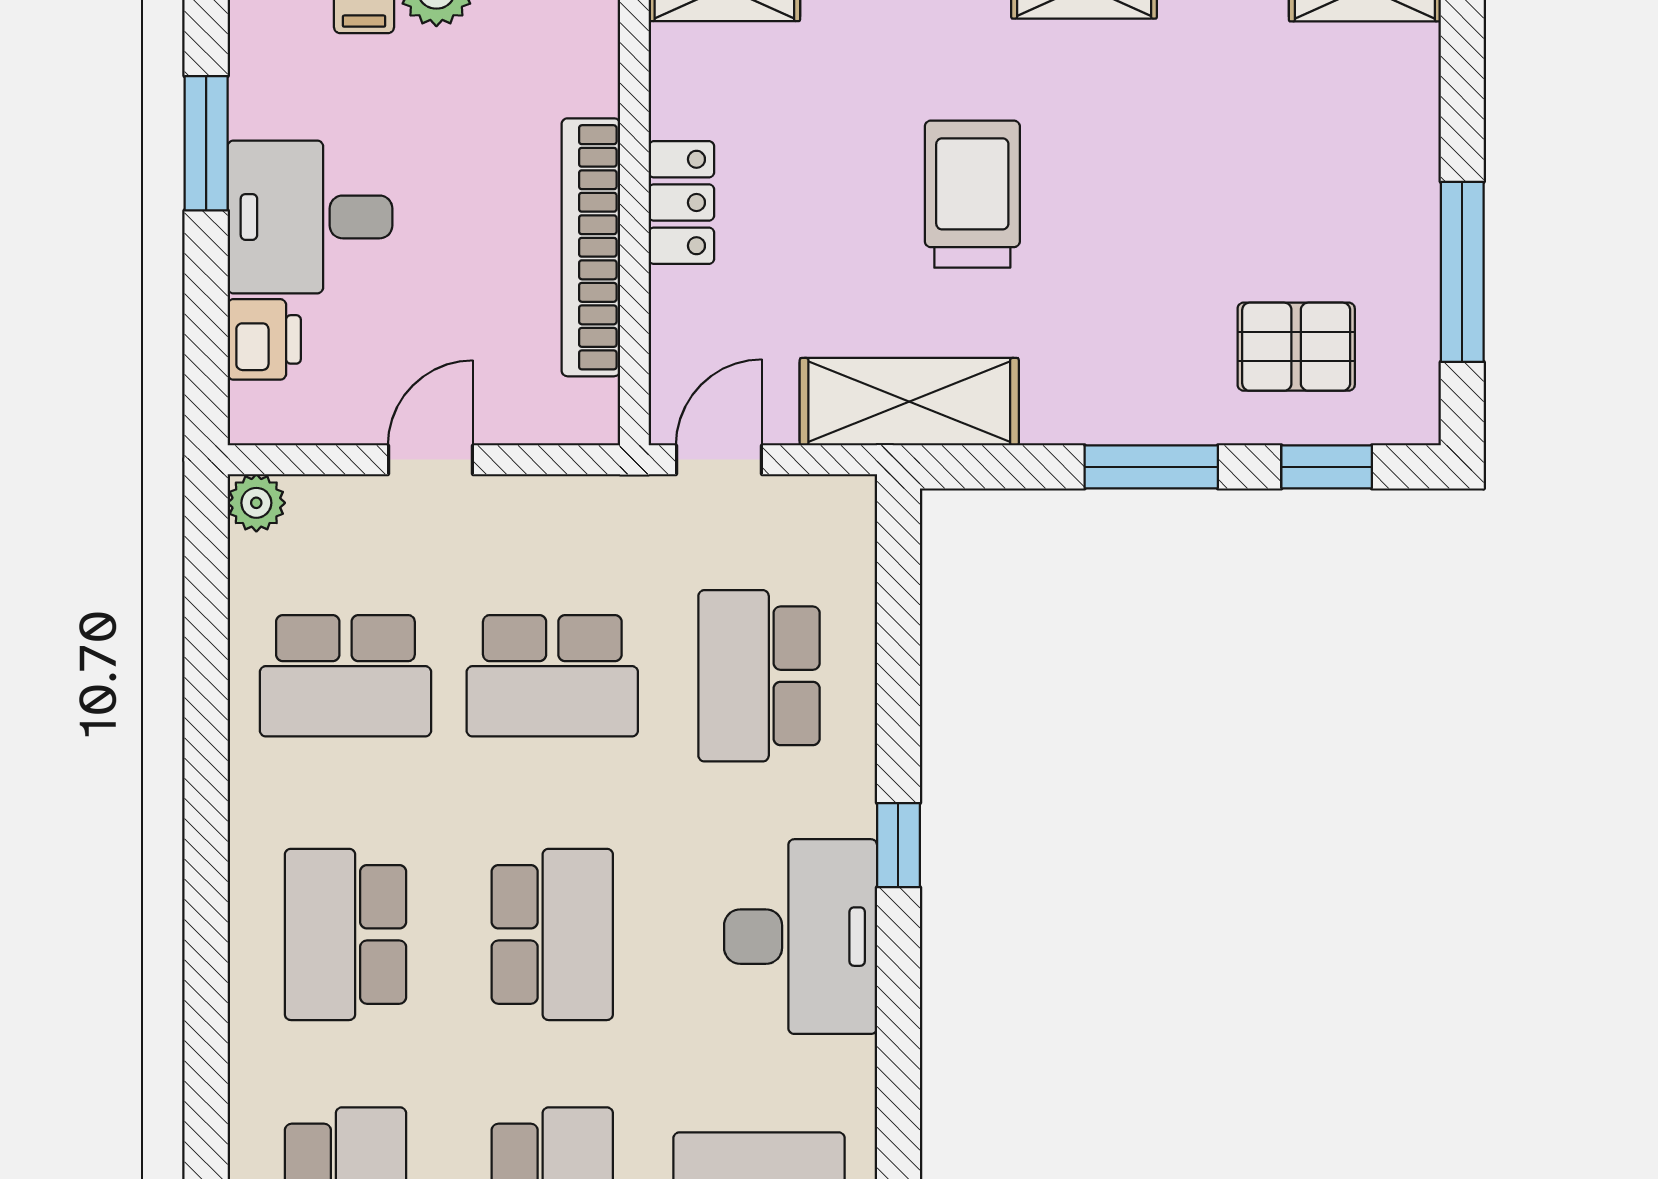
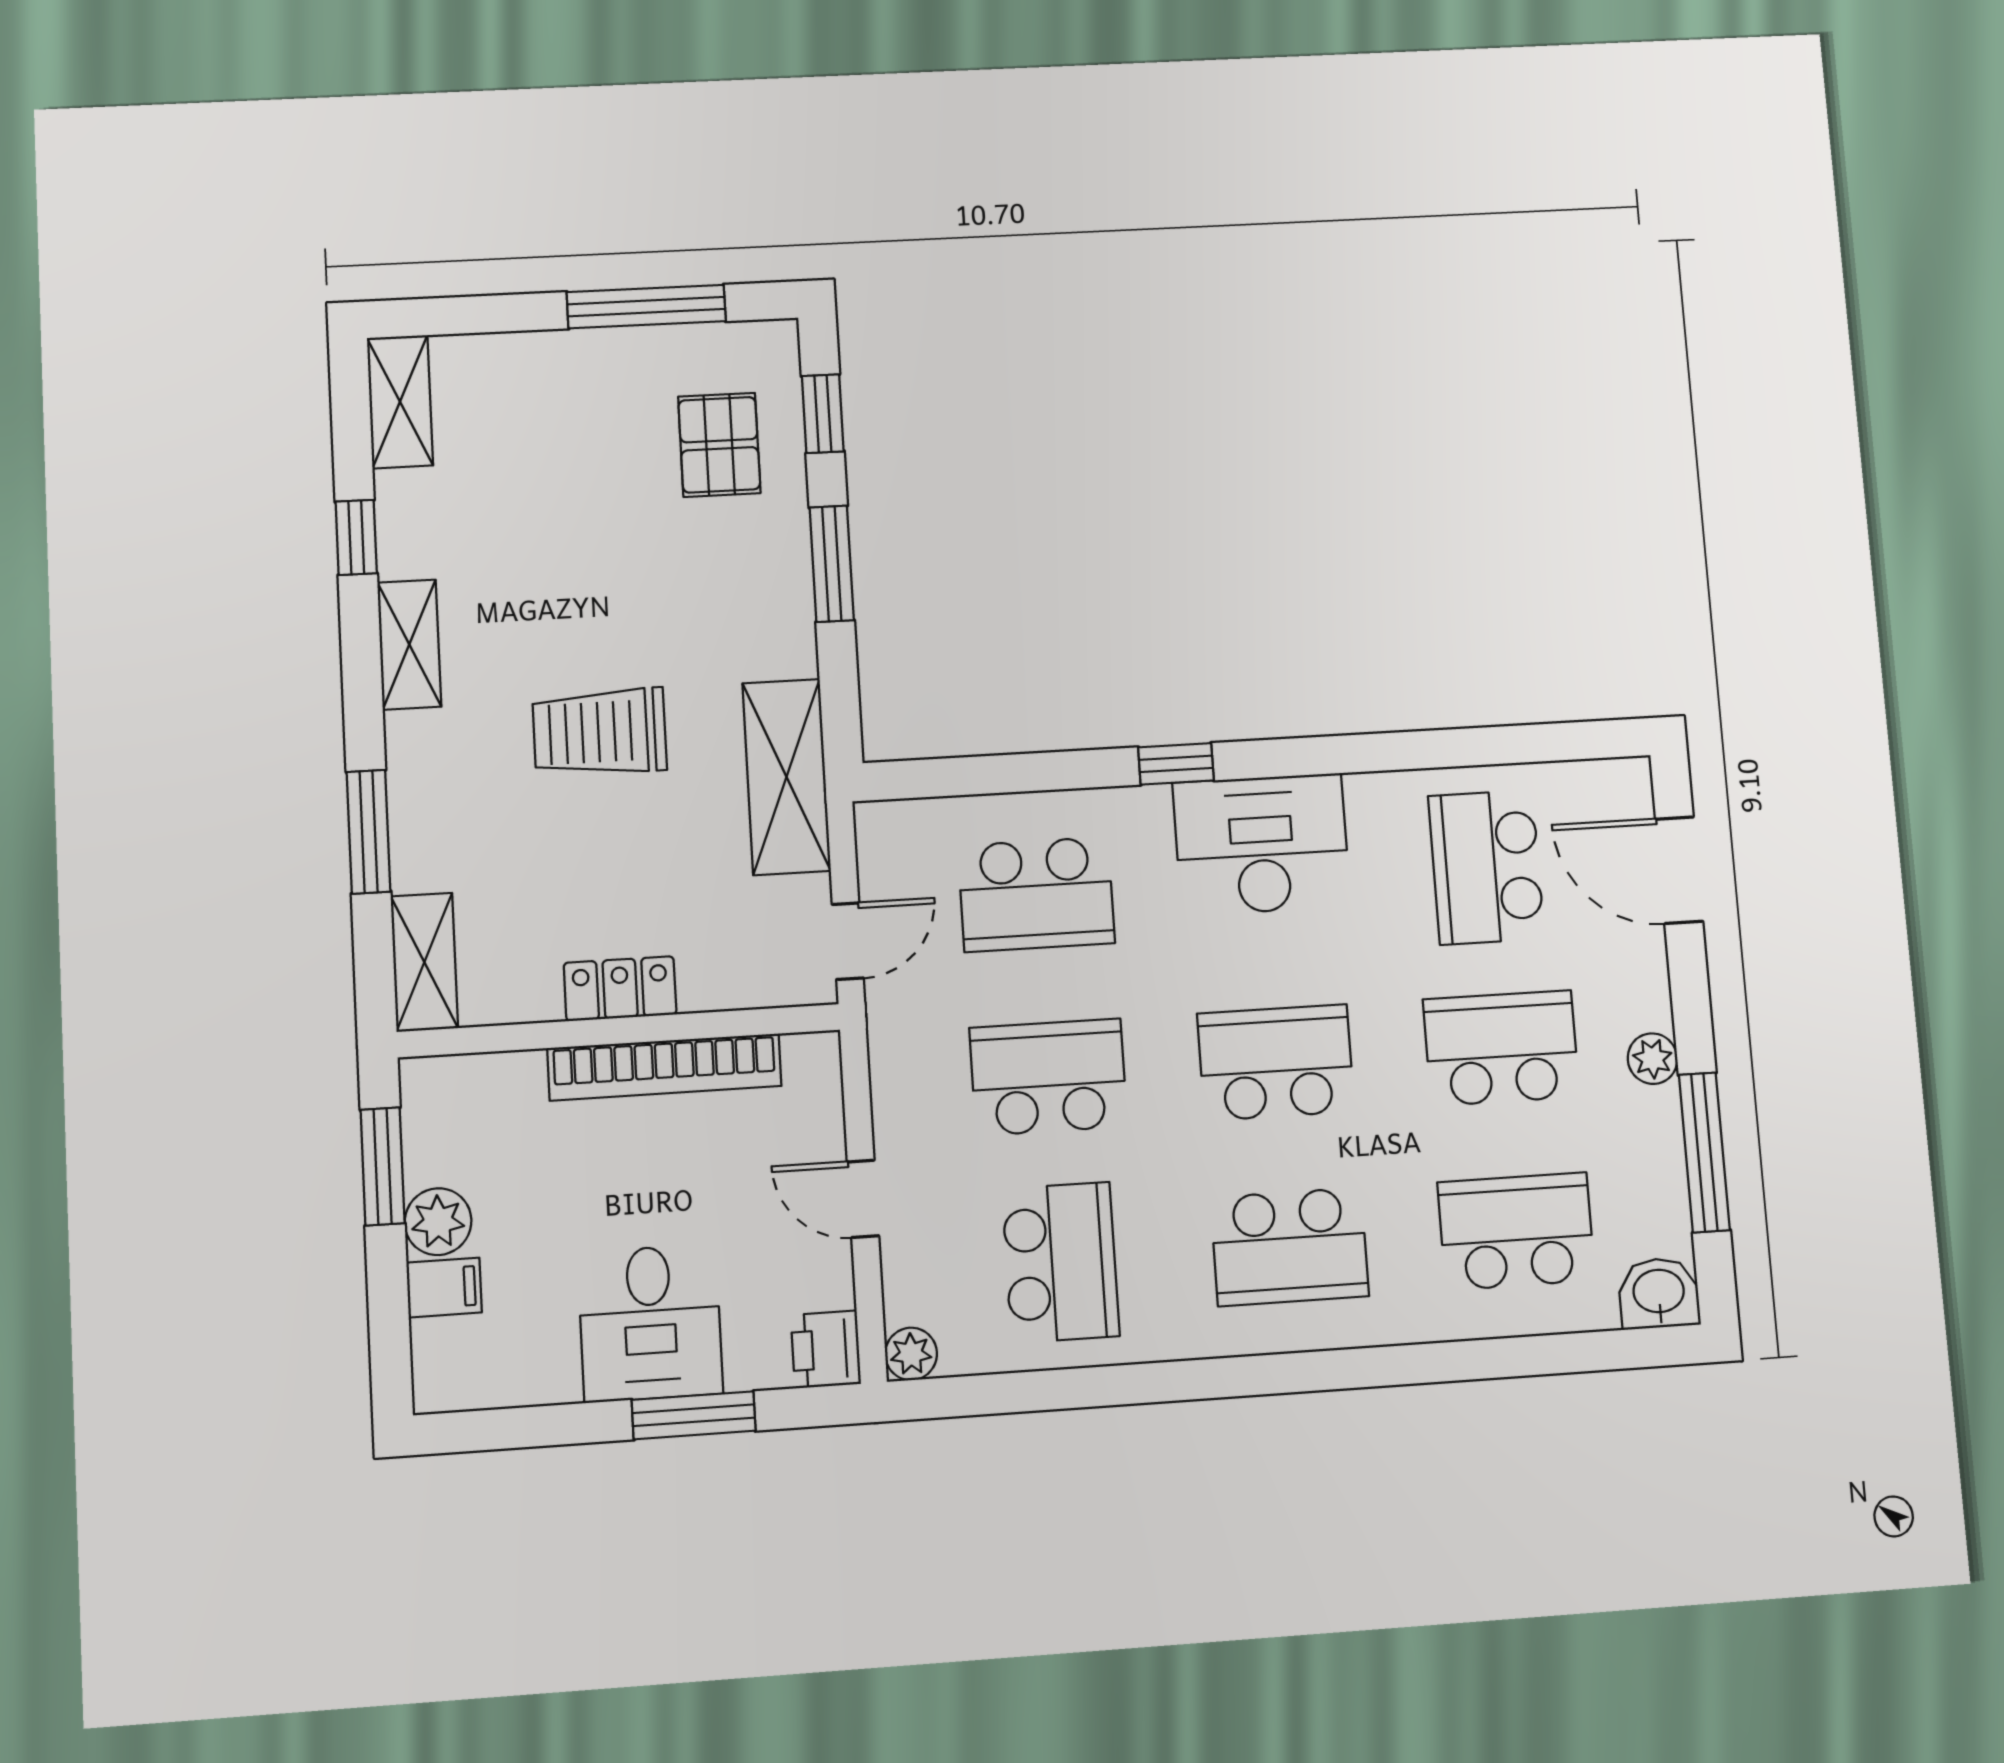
window: (206, 143) -> (694, 1415), moved
printer: (264, 339) -> (826, 1349), moved, turned -90
door: (719, 460) -> (848, 941), swing flipped
school desk: (552, 676) -> (1048, 1077), turned -90

